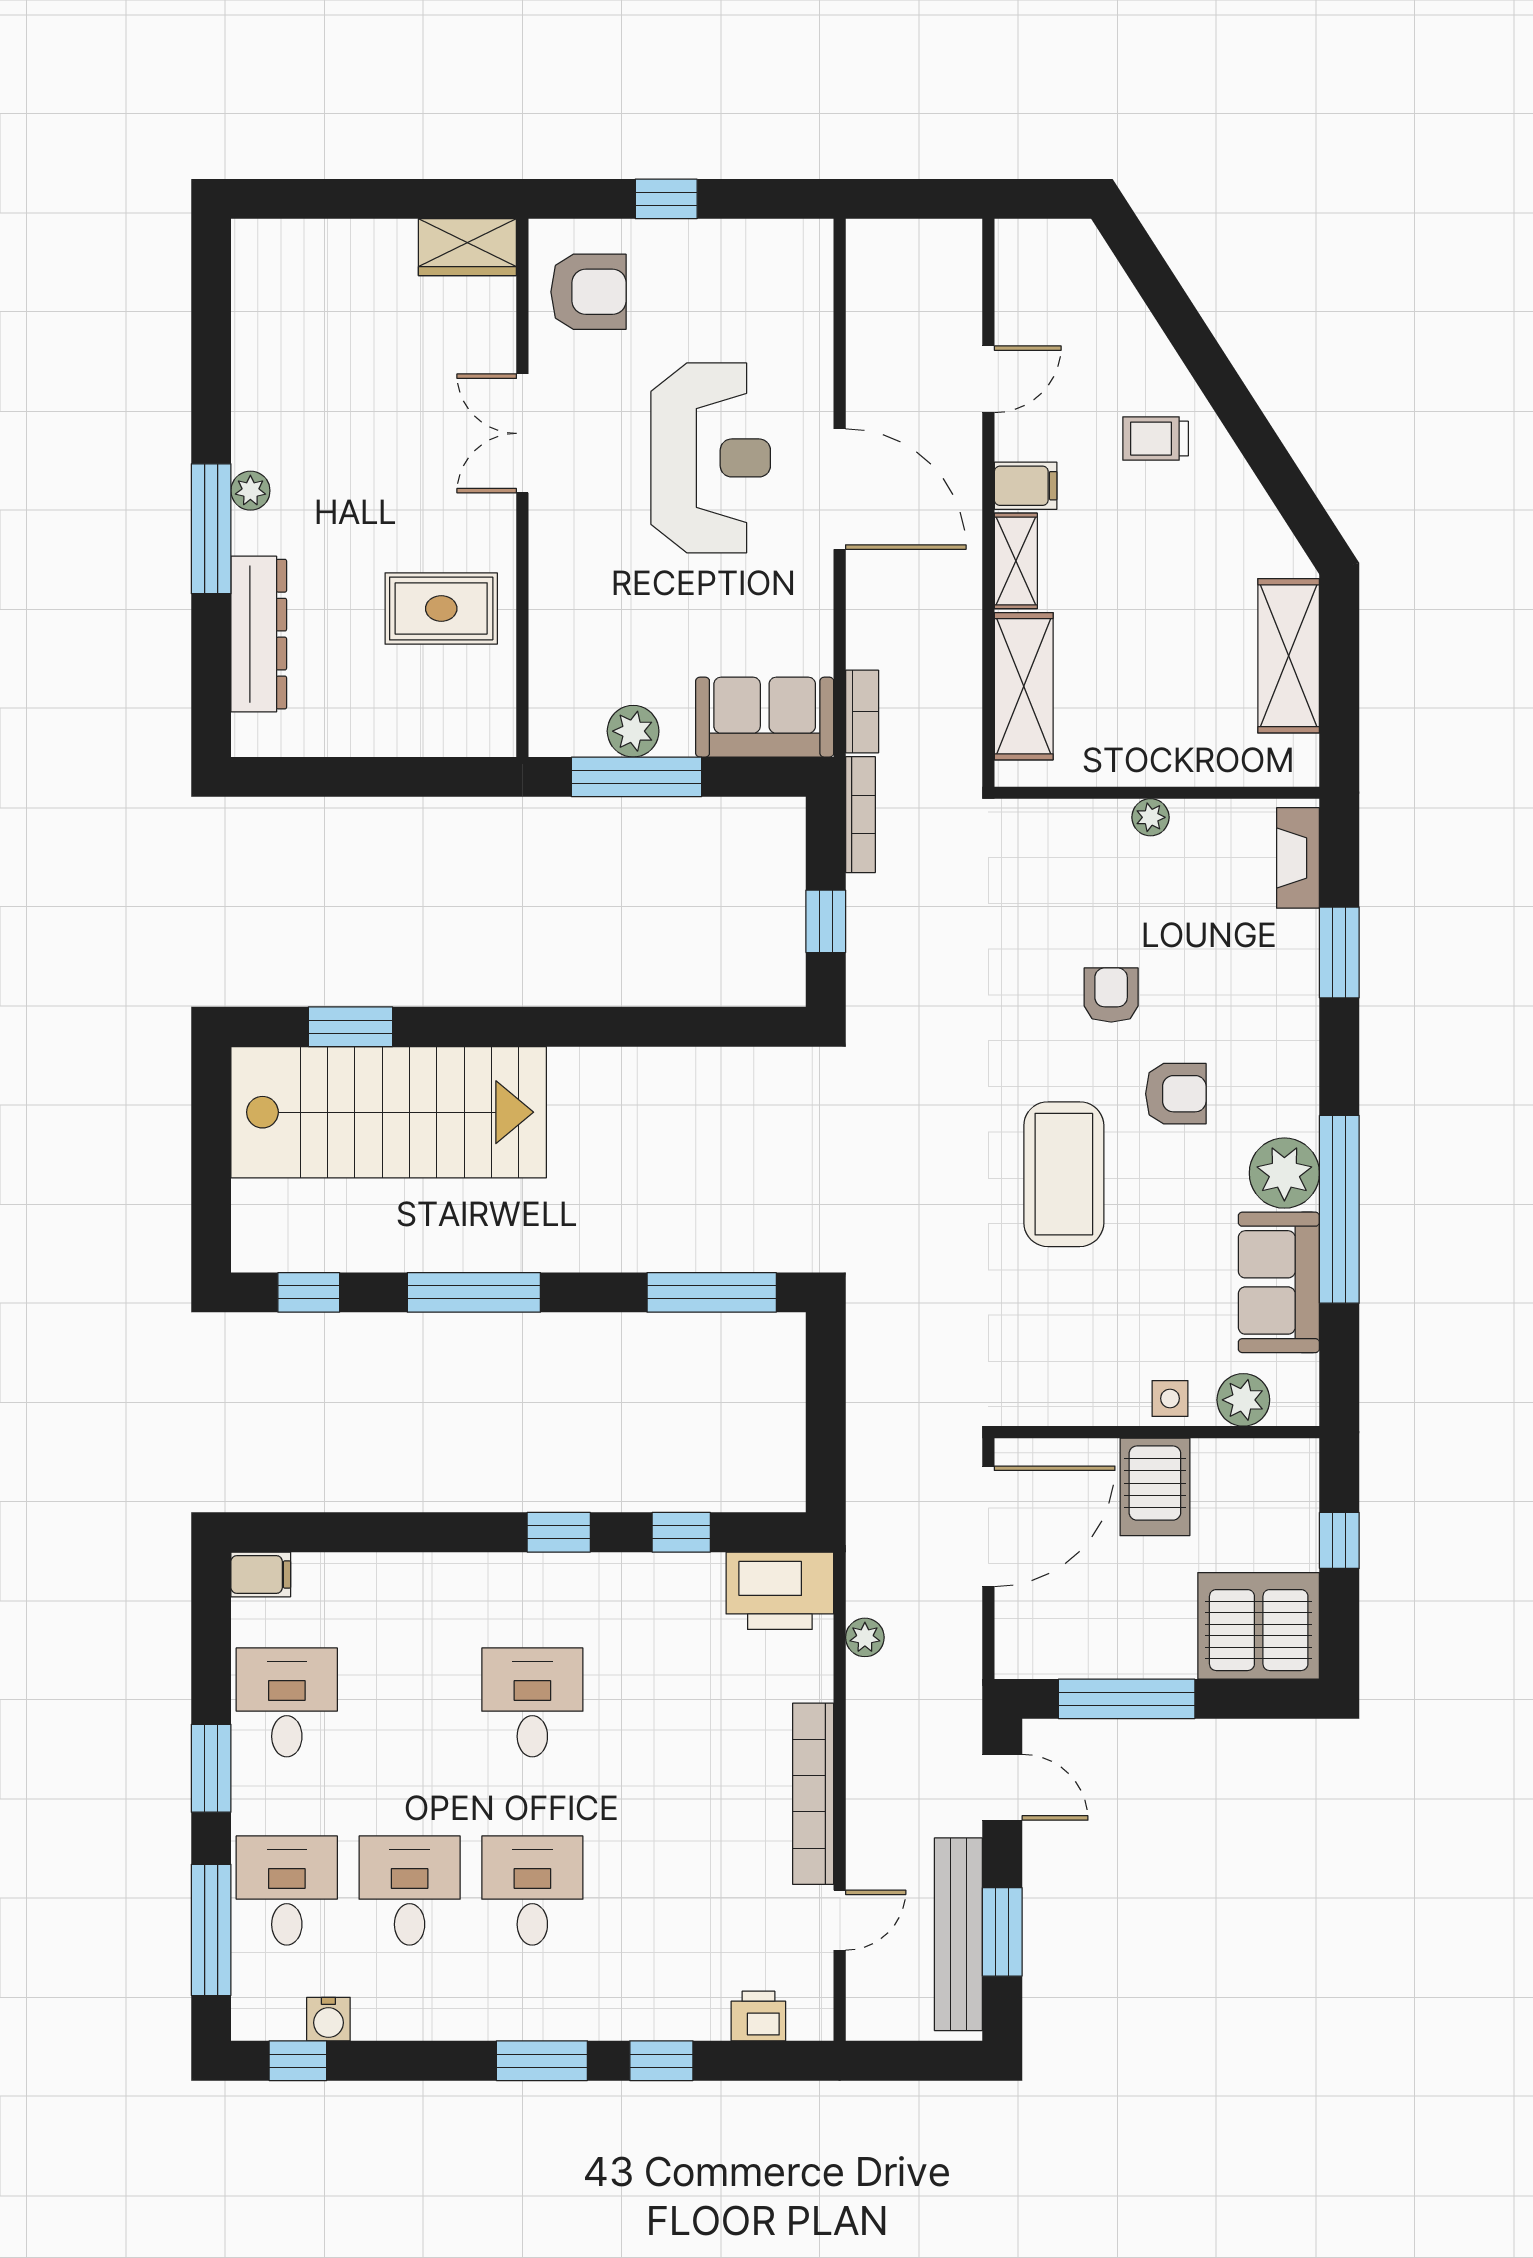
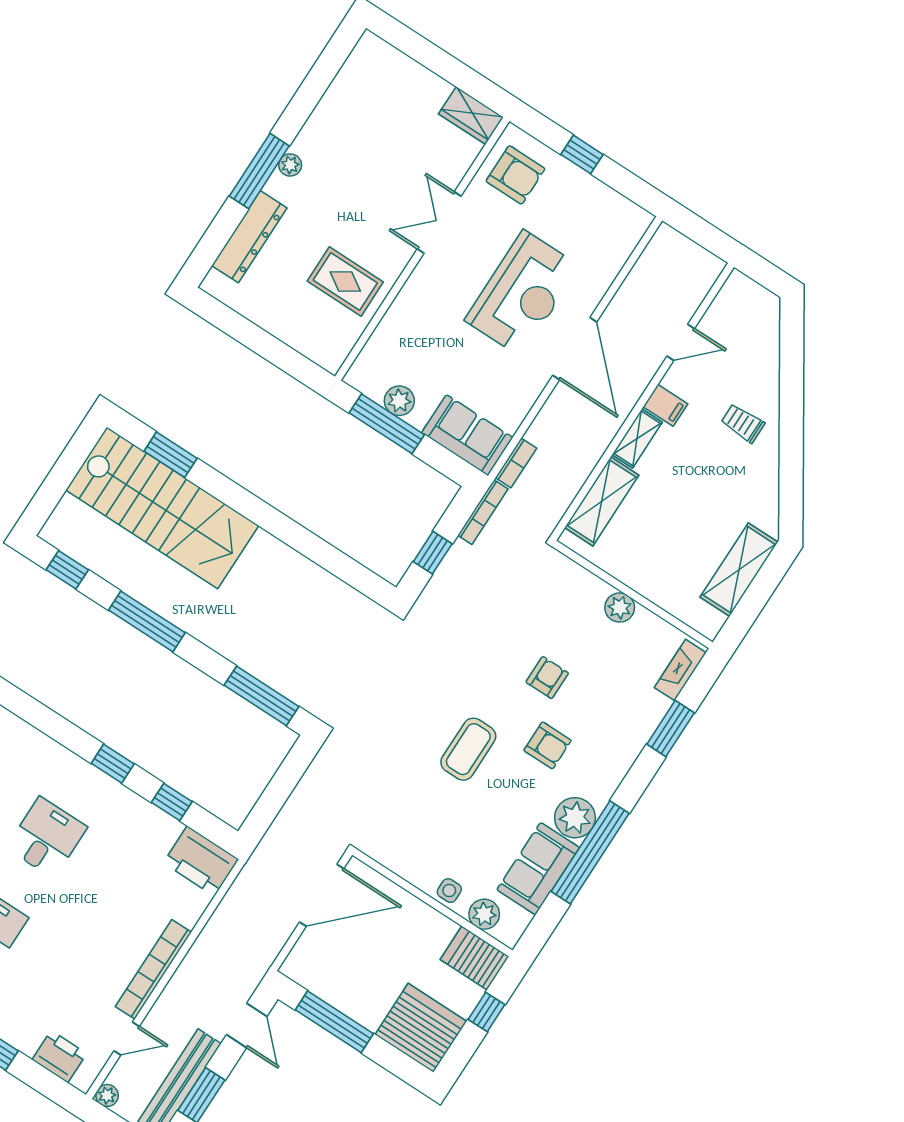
plant: (1150, 817) -> (620, 608), width x1.38, depth x1.38
coffee table: (1064, 1174) -> (468, 749), width x0.73, depth x0.76
server rack: (1155, 1487) -> (474, 958), moved, turned 90
plant: (865, 1637) -> (107, 1095), moved
printer: (758, 2016) -> (59, 1057), width x1.36, depth x1.24

